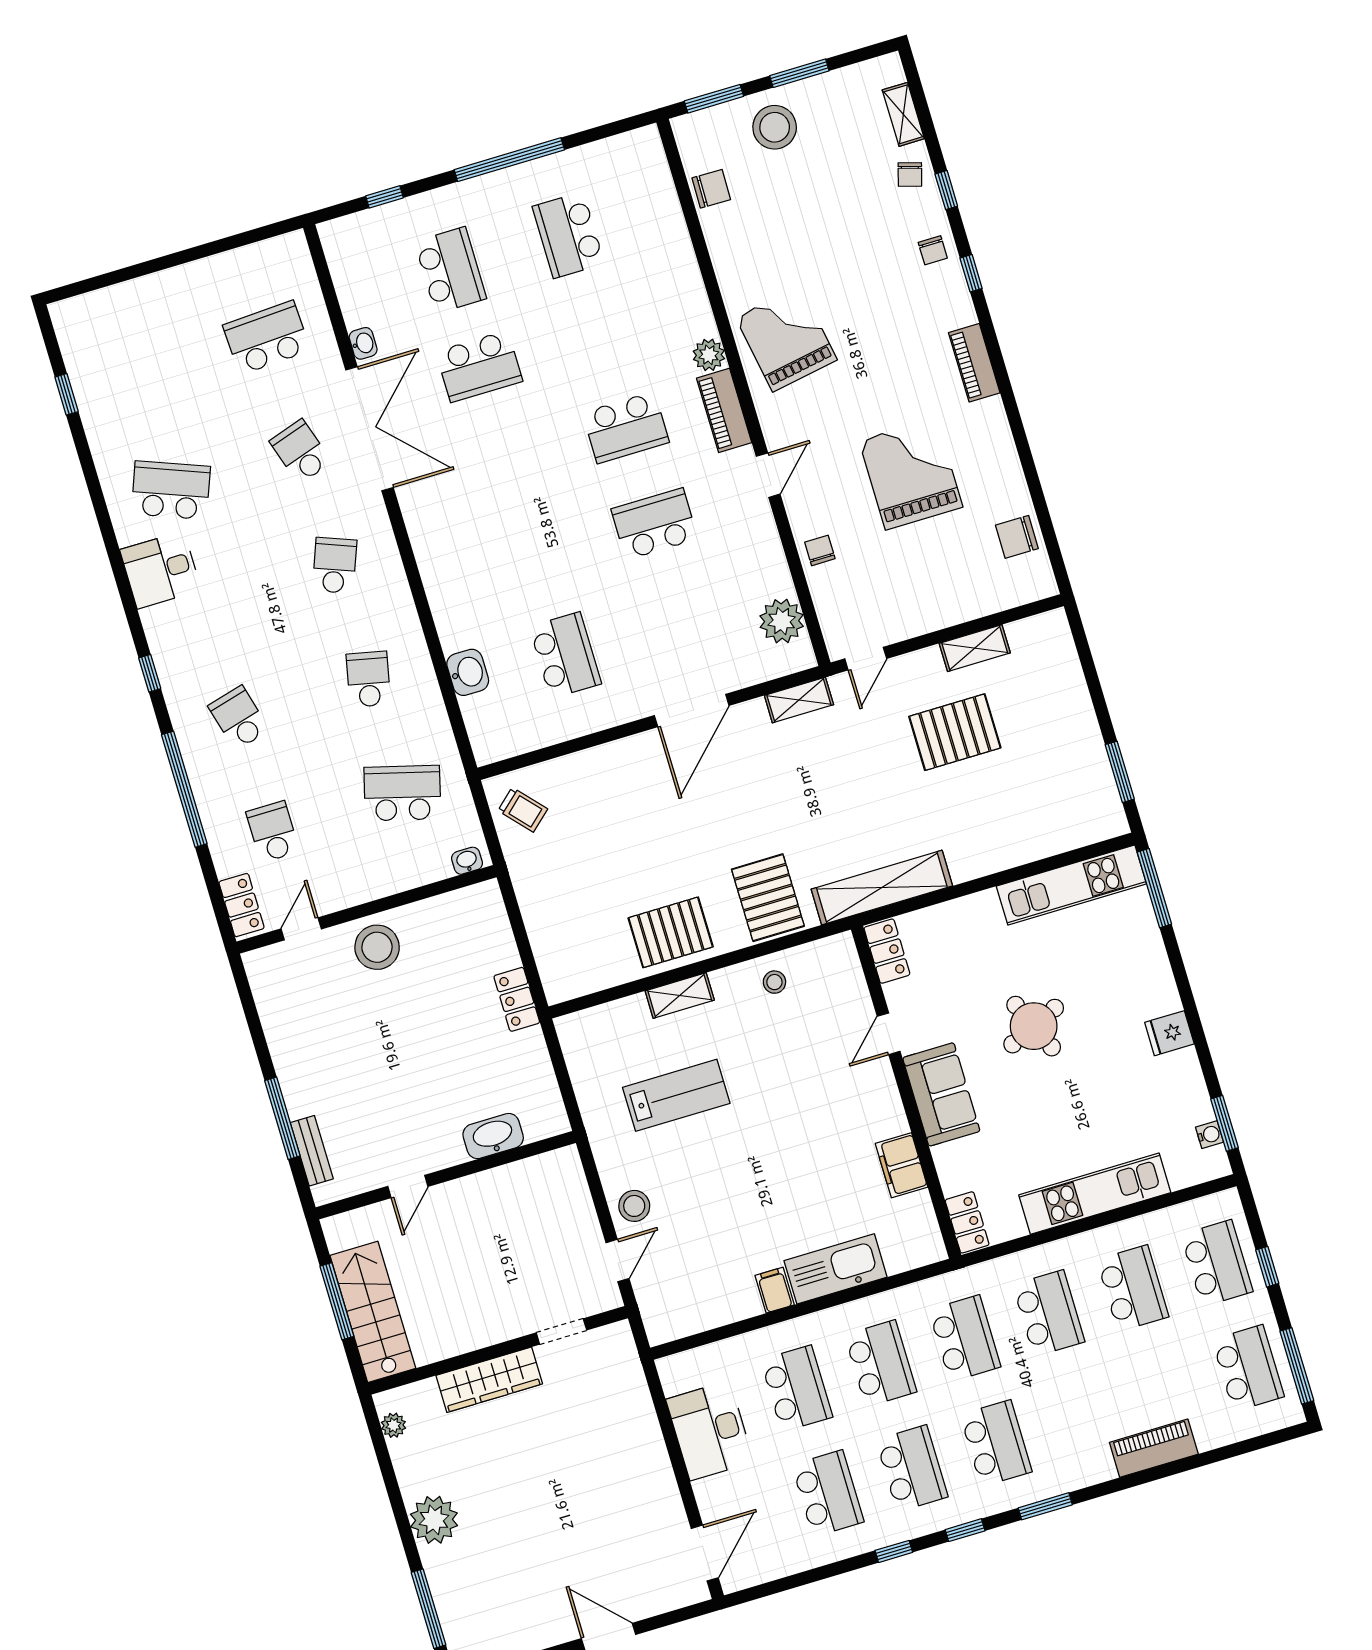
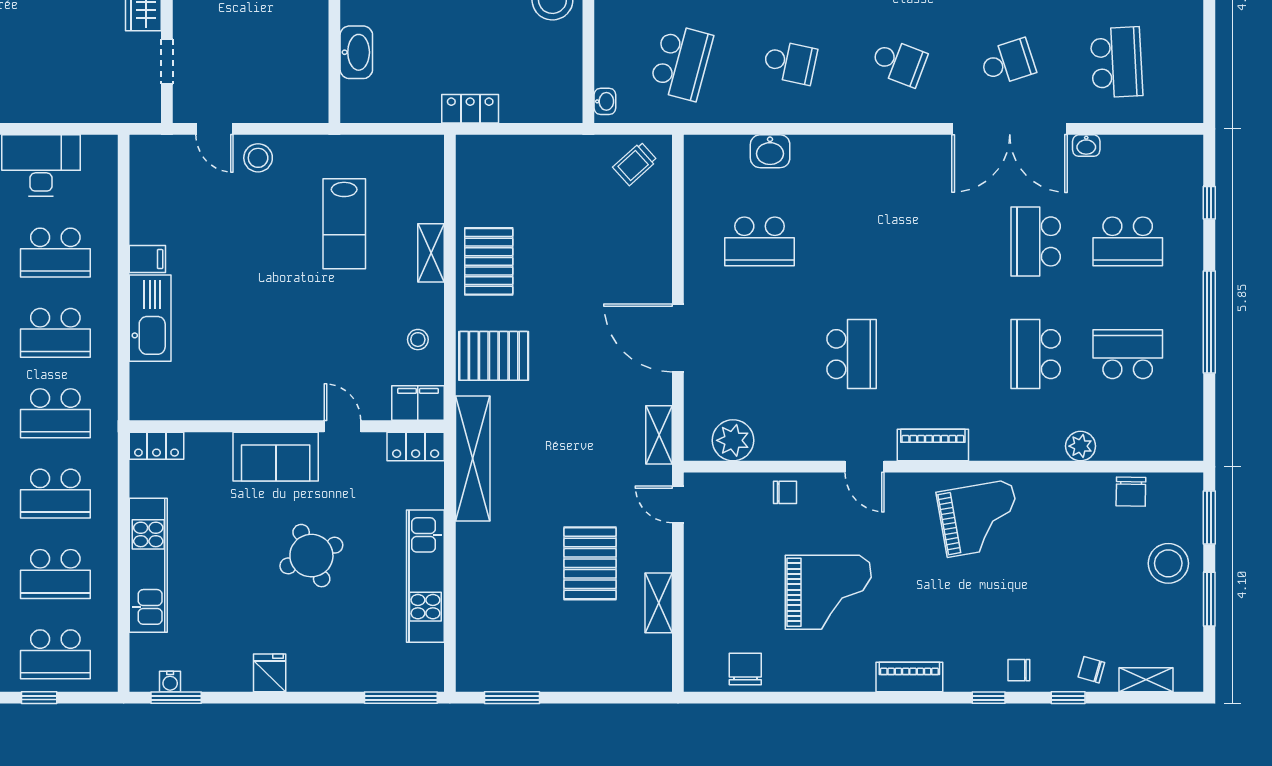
plant: (709, 355) -> (1081, 446), moved
school desk: (626, 428) -> (1036, 354), moved
kitchen unit: (1071, 885) -> (425, 576), moved
filing cabinet: (901, 1165) -> (418, 403), moved

